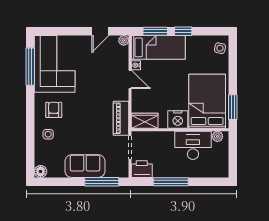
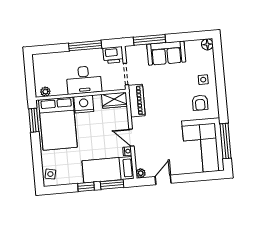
desk: (193, 145) -> (84, 80), moved

